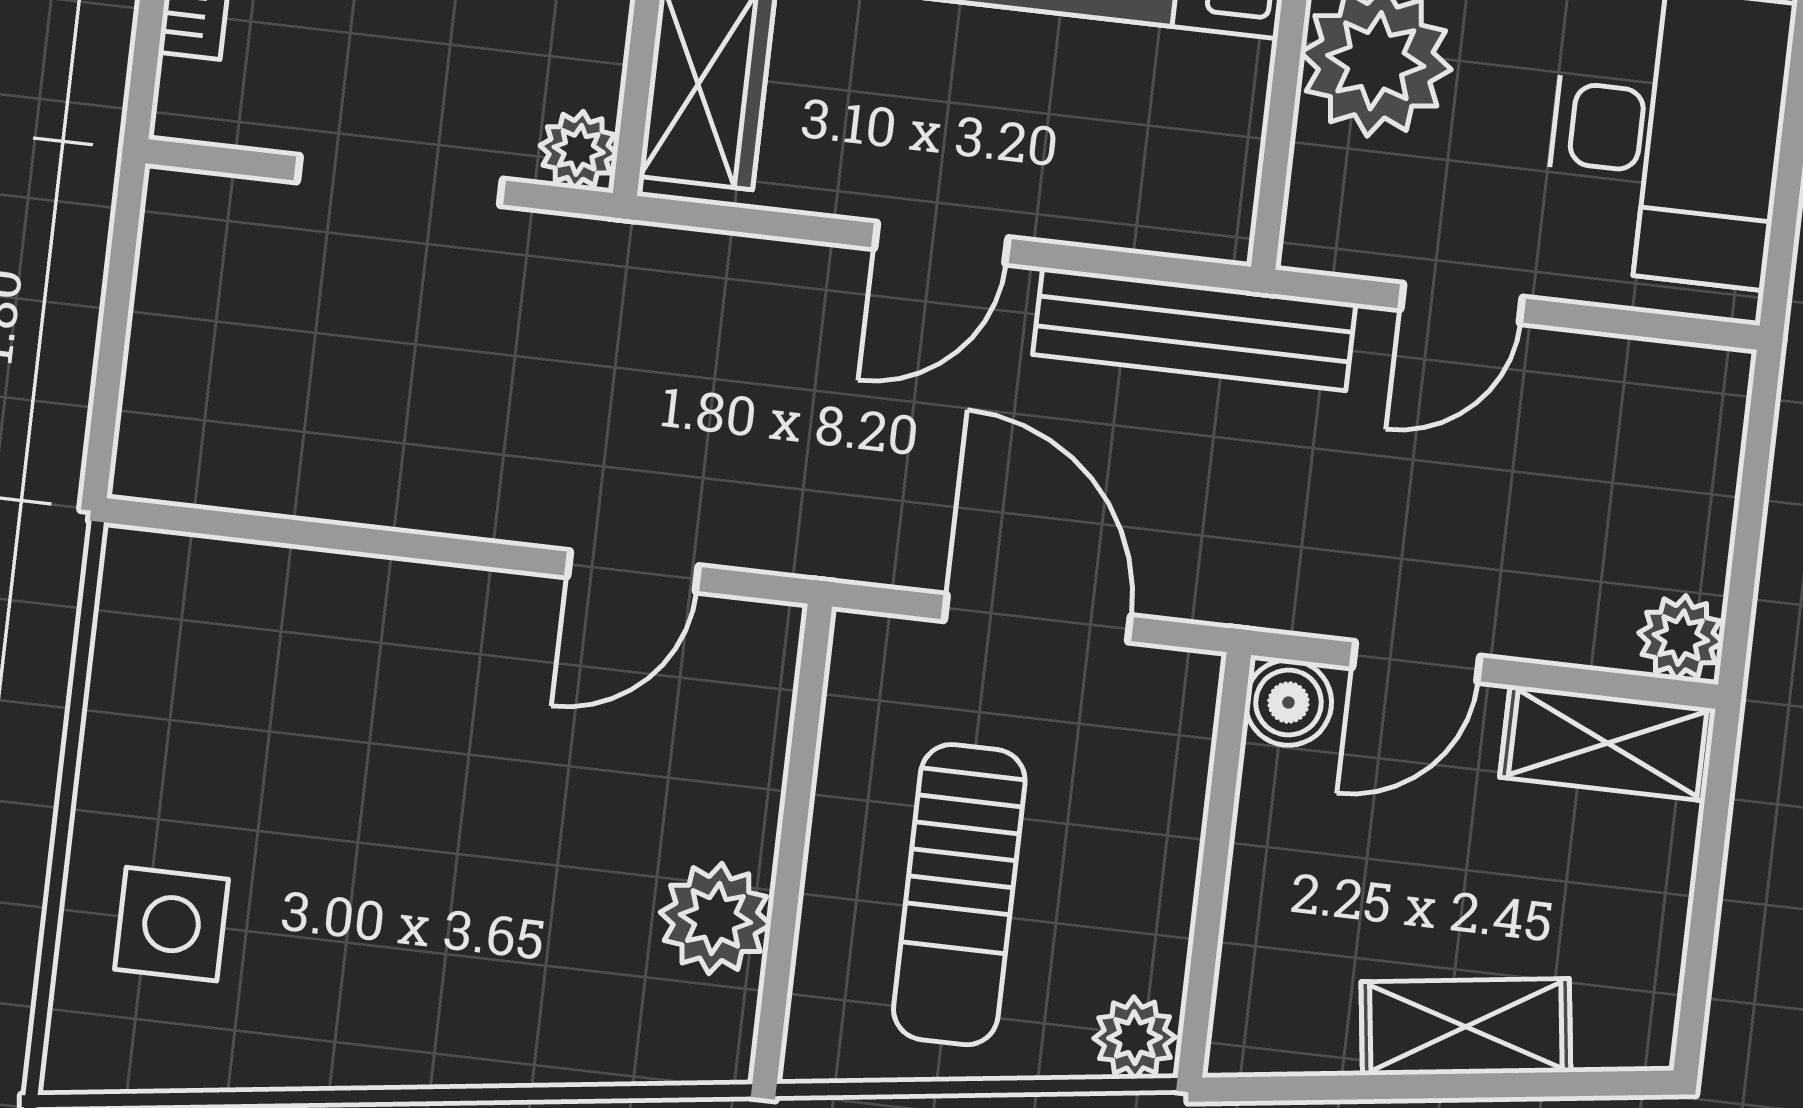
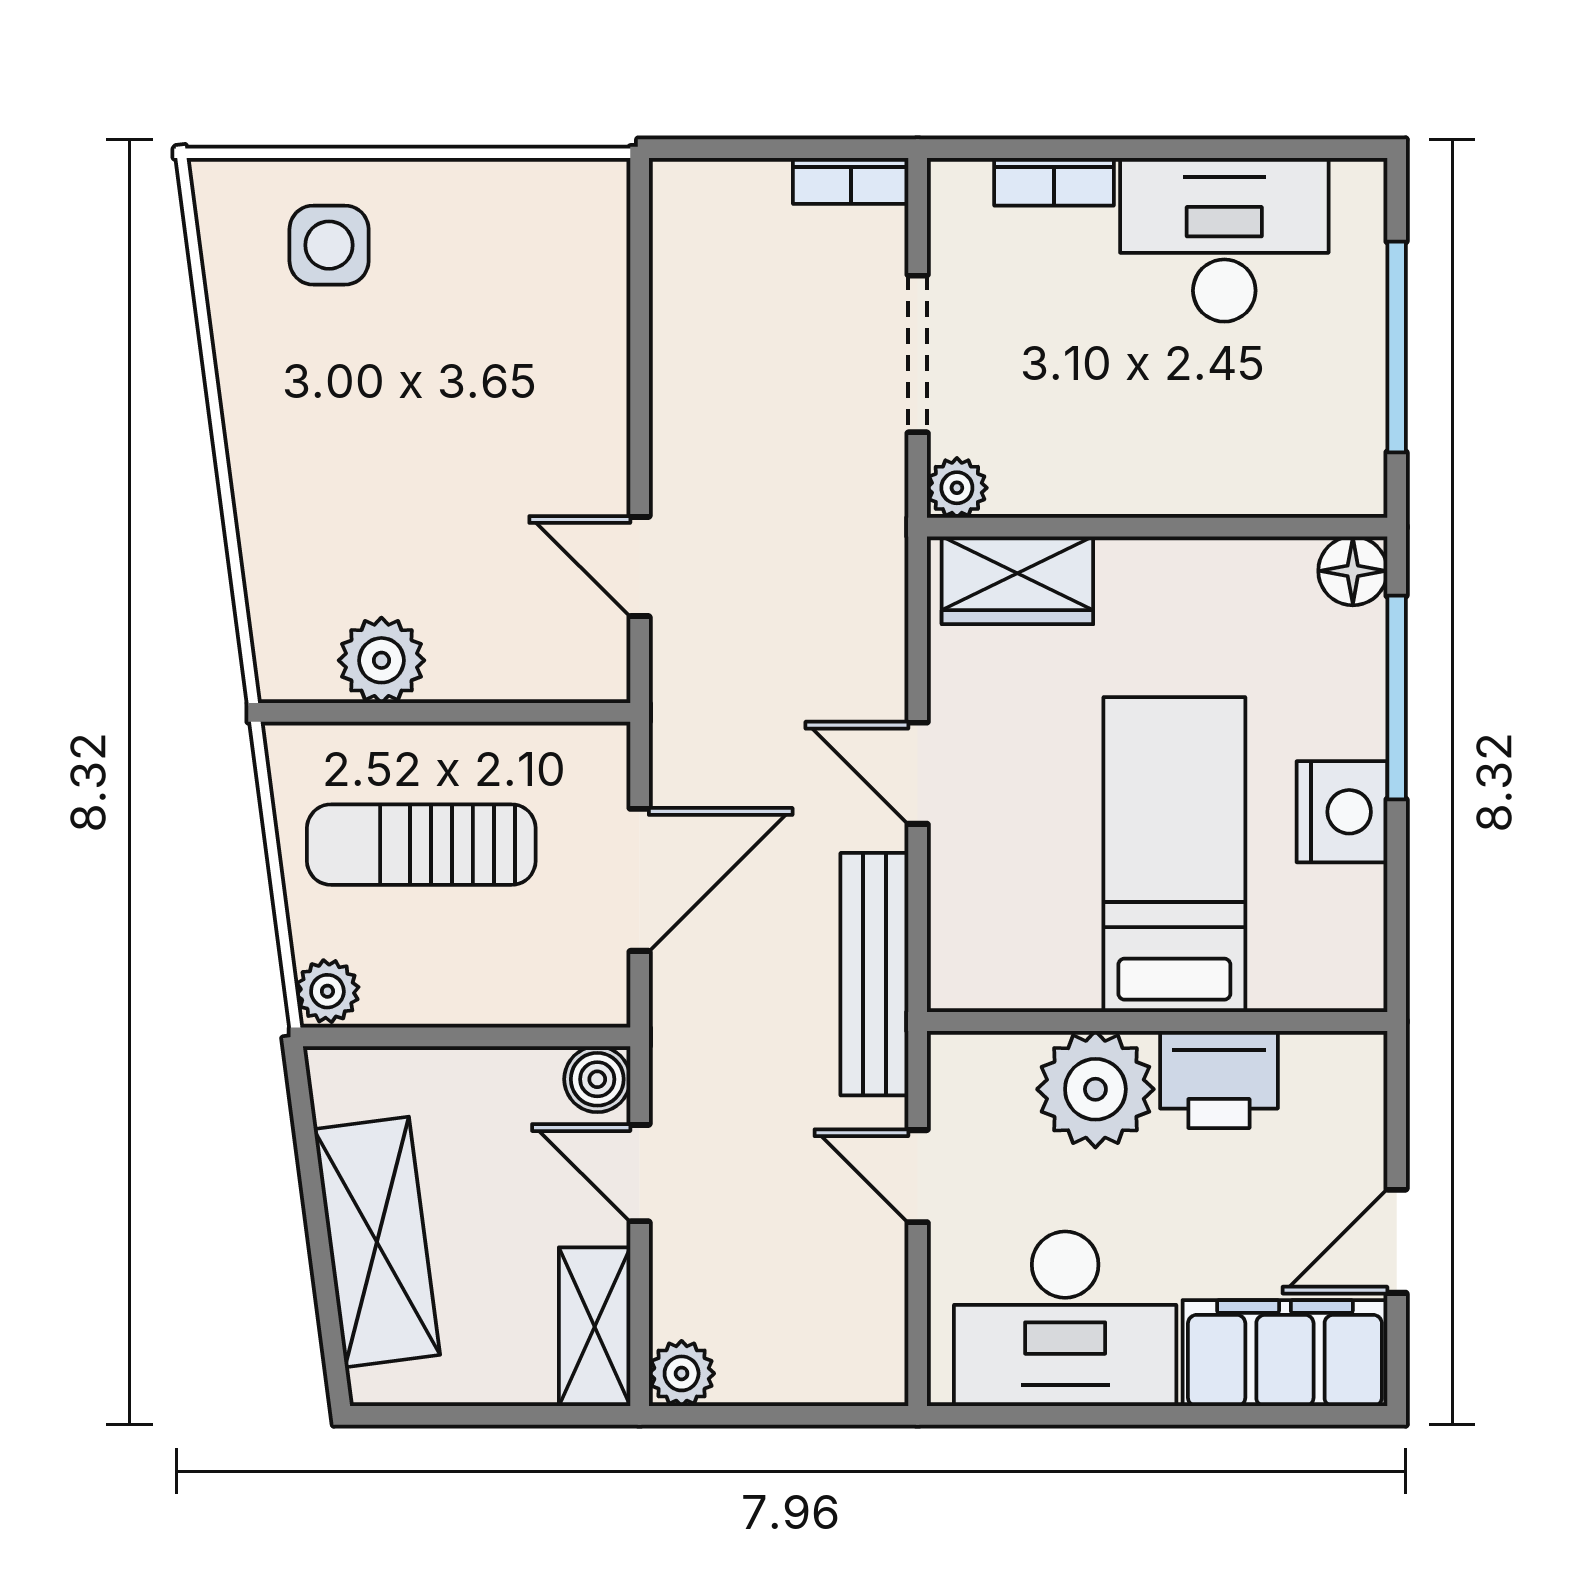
bookcase: (167, 241) -> (851, 181), added
shelving: (1466, 1027) -> (377, 1242), width x1.50, depth x1.33

